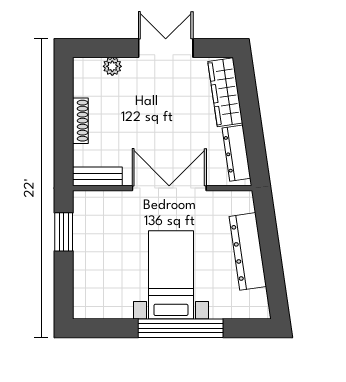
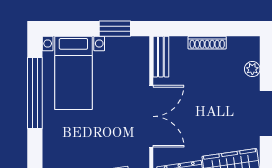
bed with nightstands: (171, 275) -> (73, 73), moved, turned 90
window: (181, 328) -> (35, 93), moved

